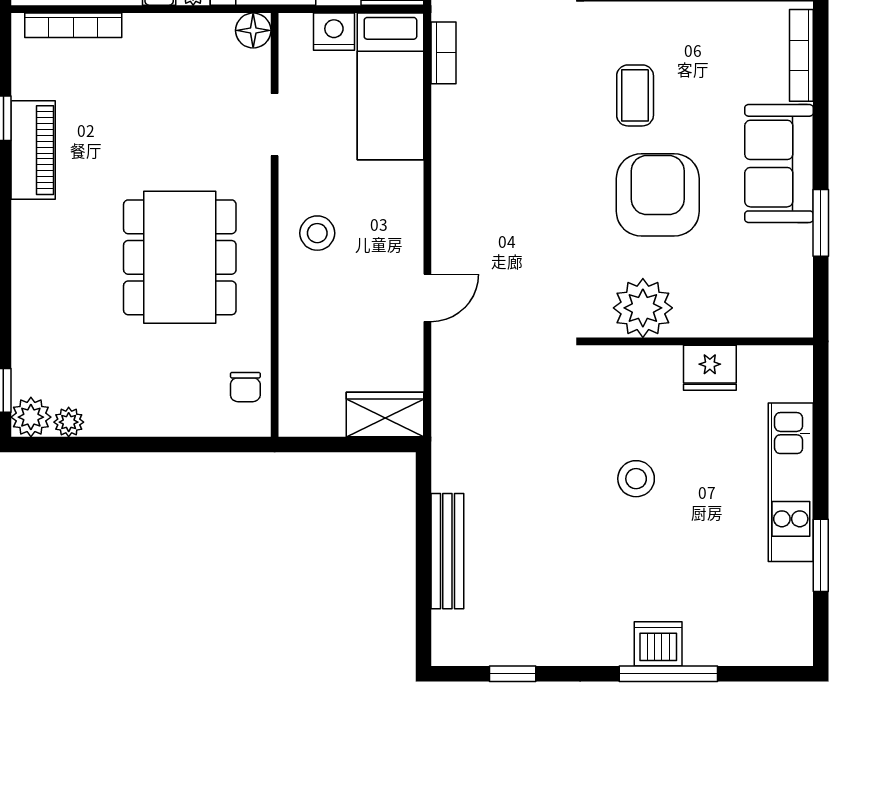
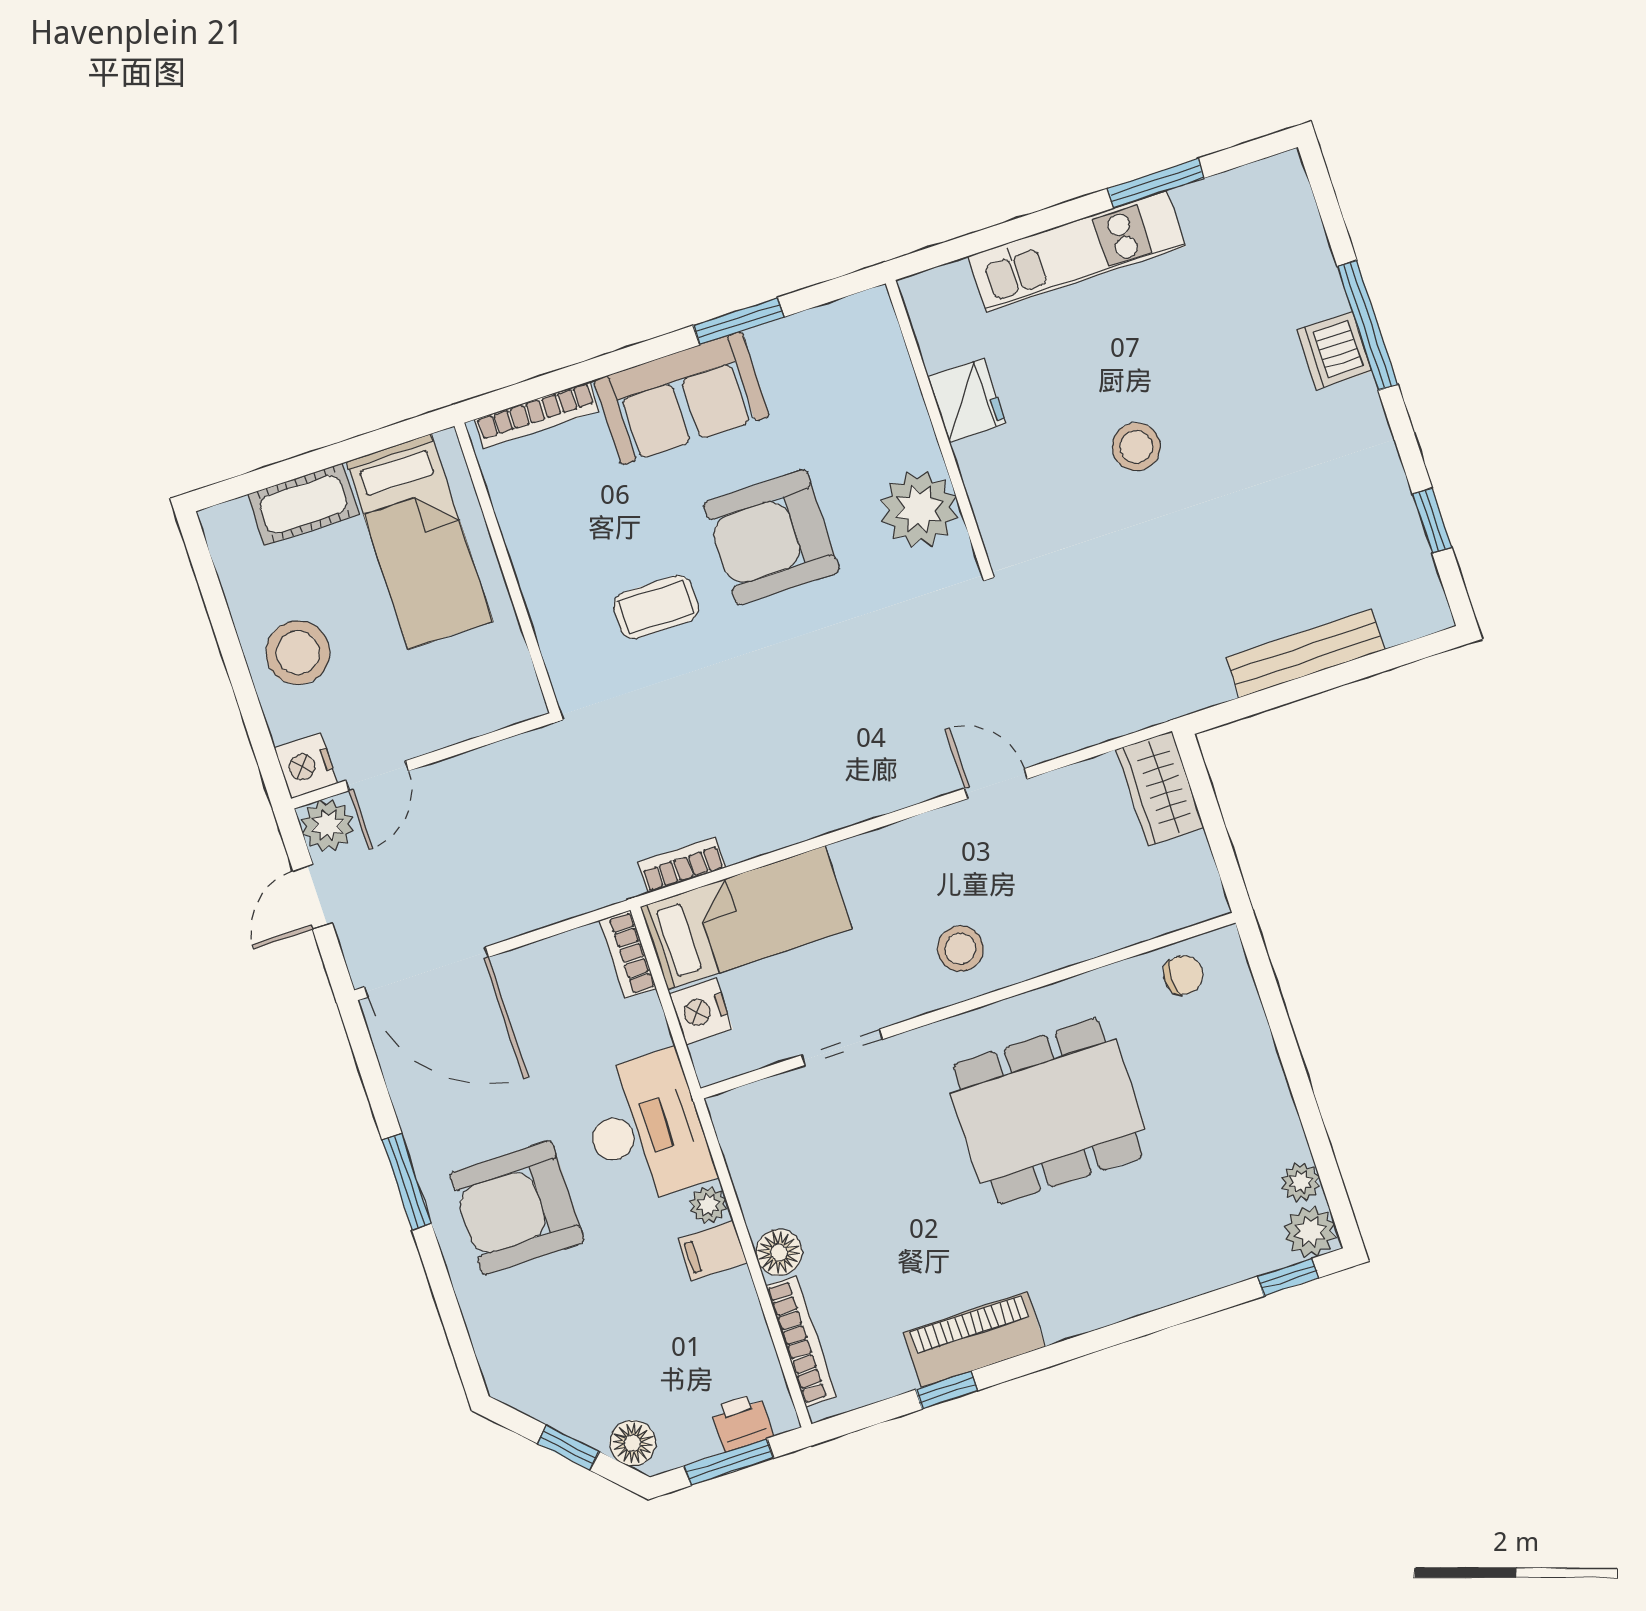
floor lamp: (253, 30) -> (779, 1252), moved

